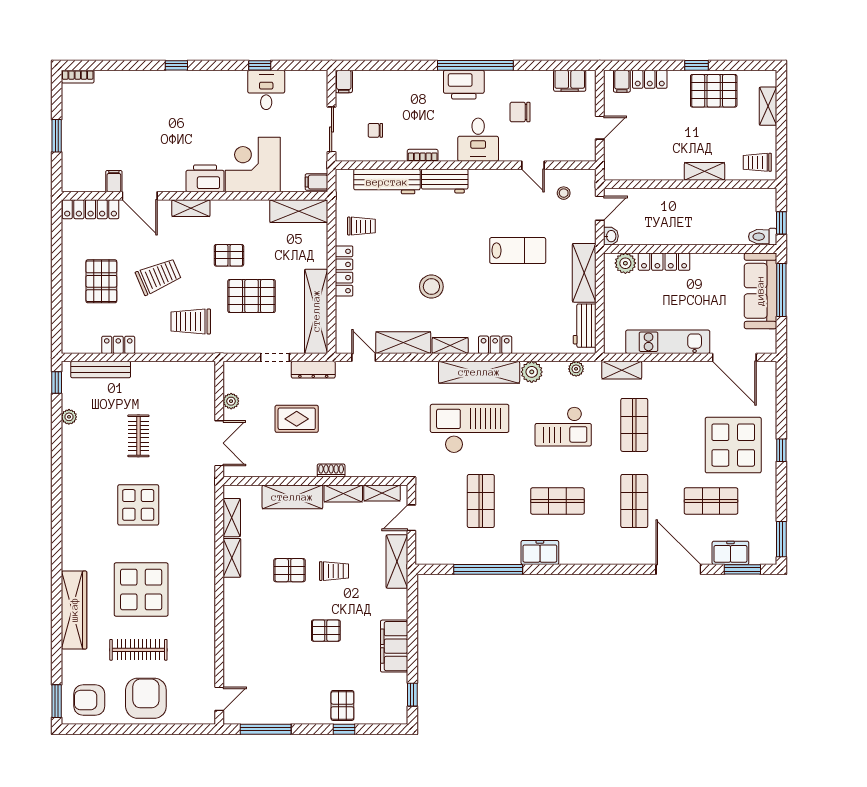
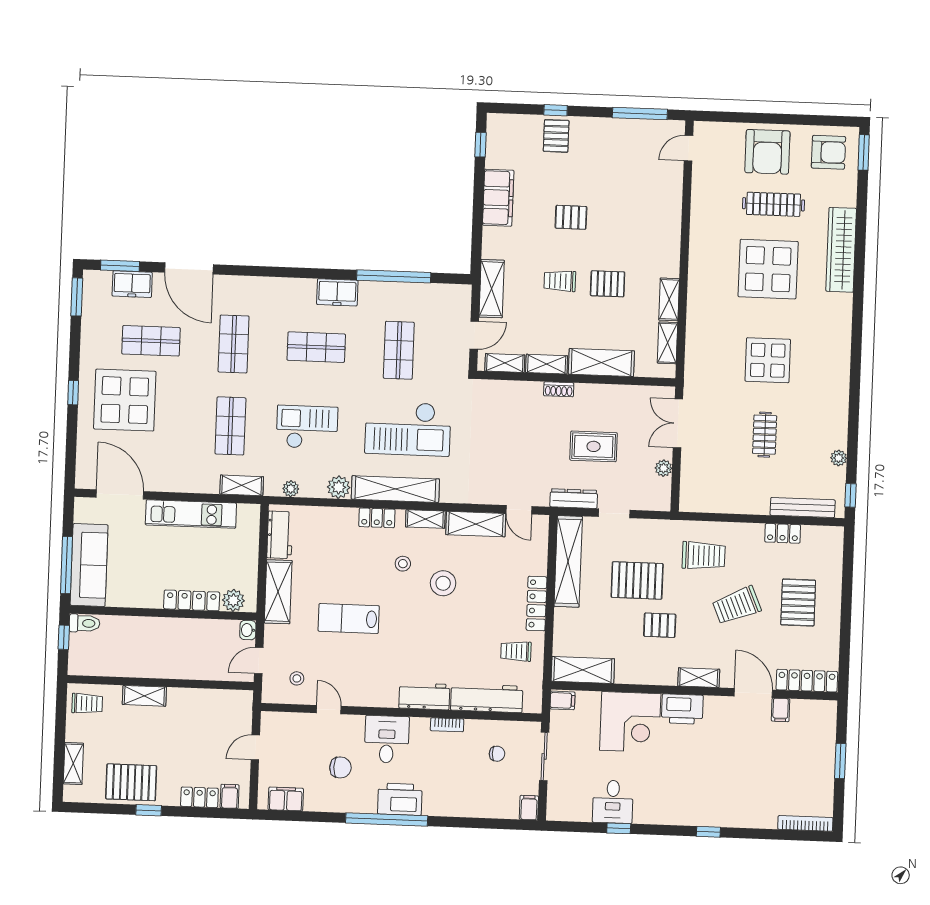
bookcase: (78, 77) -> (805, 823), width x1.56
stool: (469, 303) -> (403, 564), added

